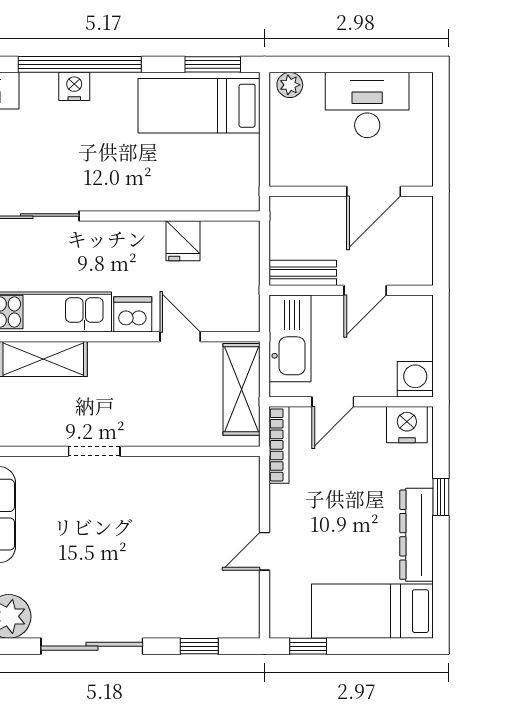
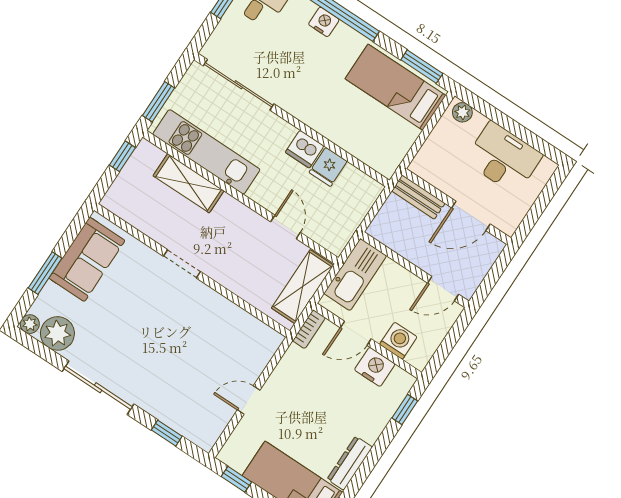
bench: (303, 273) -> (418, 197), moved
door: (365, 290) -> (443, 289), moved
dishwasher: (133, 314) -> (305, 149), moved, turned 180
washing machine: (415, 379) -> (398, 341), moved
nightstand: (407, 425) -> (375, 367), moved
bookcase: (279, 445) -> (309, 329), width x0.64
window: (441, 497) -> (405, 409), moved
dresser: (417, 535) -> (350, 463), width x0.73, depth x0.80

